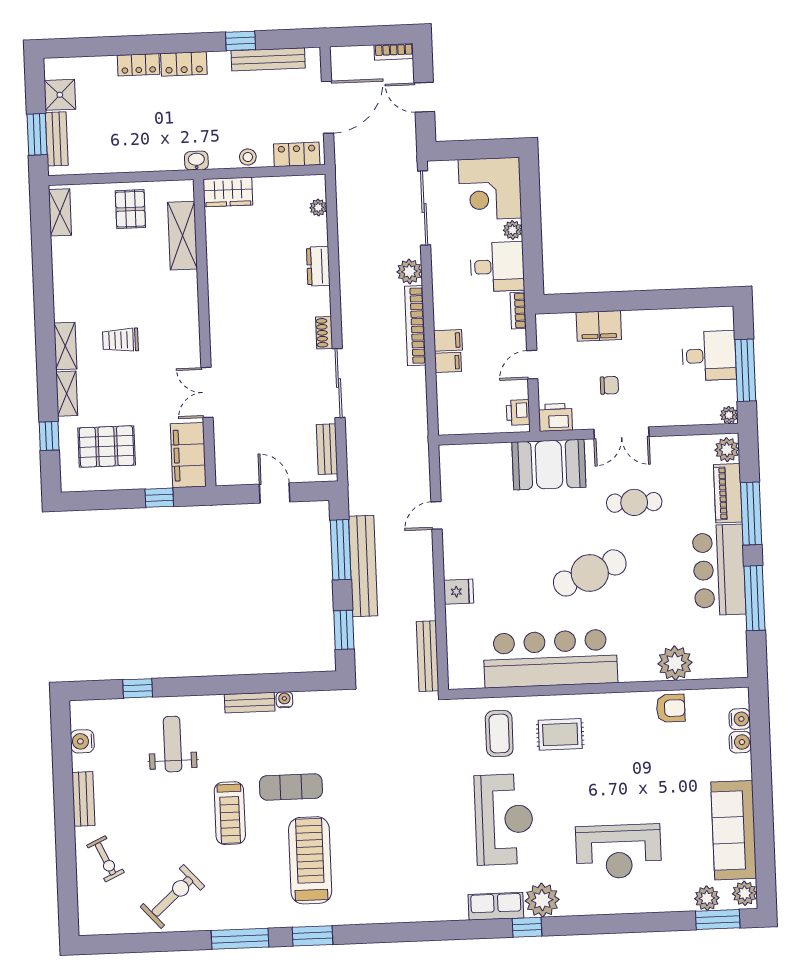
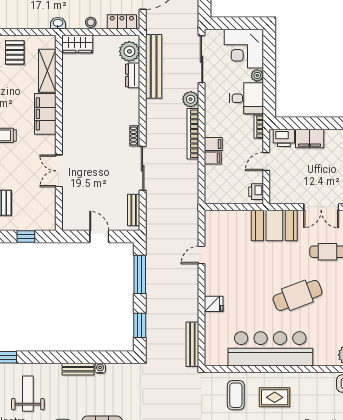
plant: (318, 207) -> (129, 51), width x1.87, depth x1.87
dresser: (318, 266) -> (133, 75), moved
chair: (609, 385) -> (315, 177), removed
printer: (555, 417) -> (284, 138), moved, turned 180
filing cabinet: (188, 455) -> (45, 114), moved
bench: (363, 566) -> (154, 66), moved

